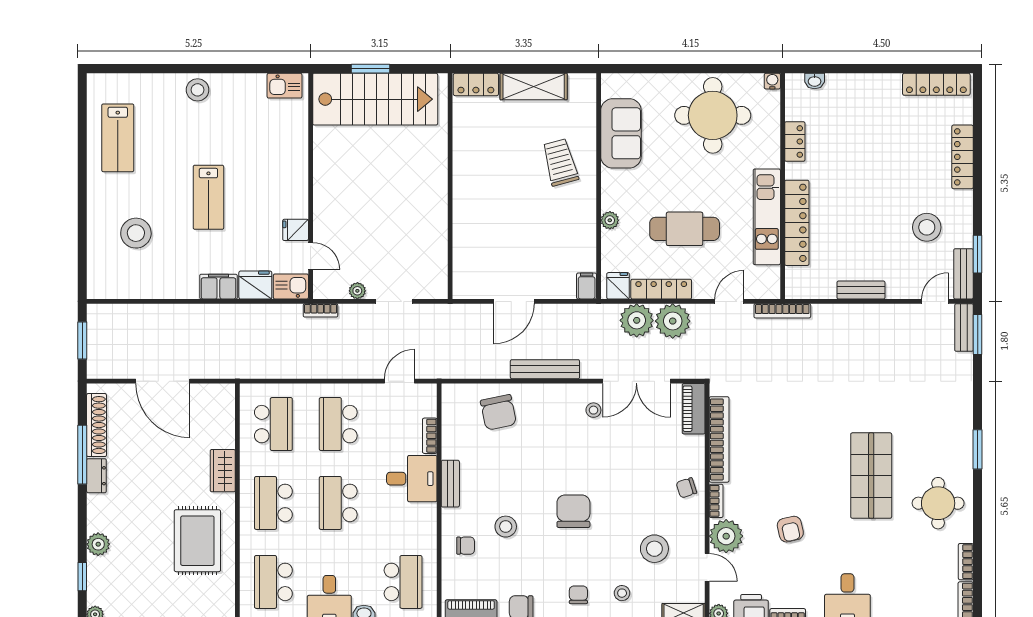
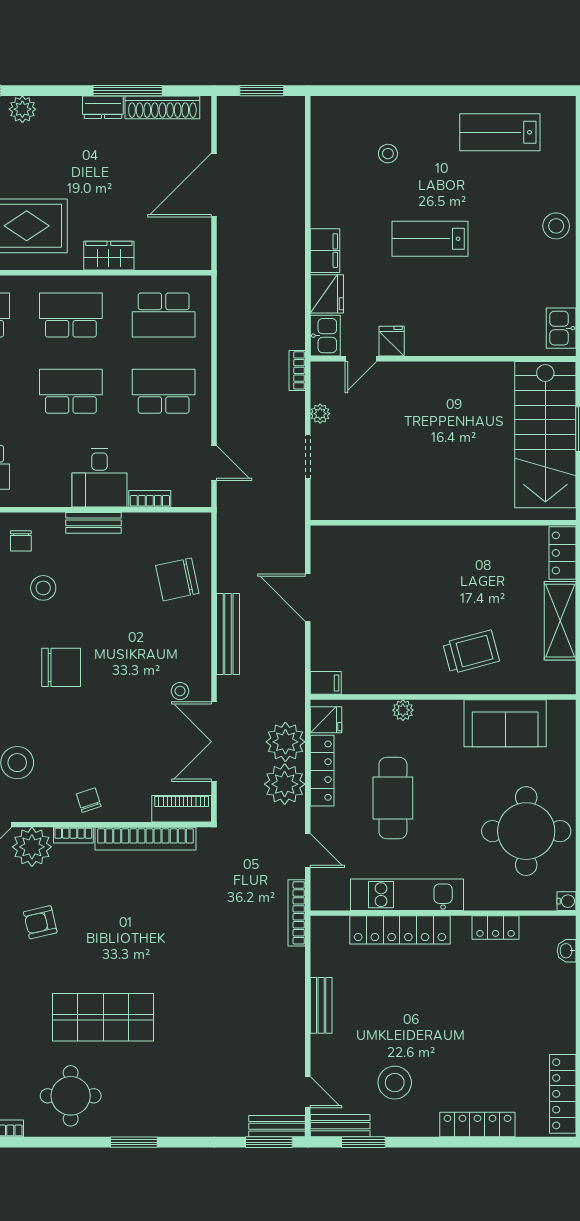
stool: (136, 233) -> (388, 154), width x0.53, depth x0.53

